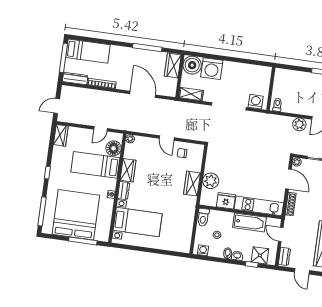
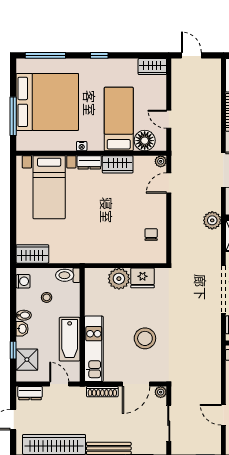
plant: (299, 124) -> (212, 220), moved
door: (167, 138) -> (169, 183), moved
stool: (256, 168) -> (145, 338), added
wardrobe: (192, 184) -> (32, 254), moved
fridge: (226, 201) -> (143, 278), moved, turned 90
door: (281, 234) -> (59, 384), hinge flipped

